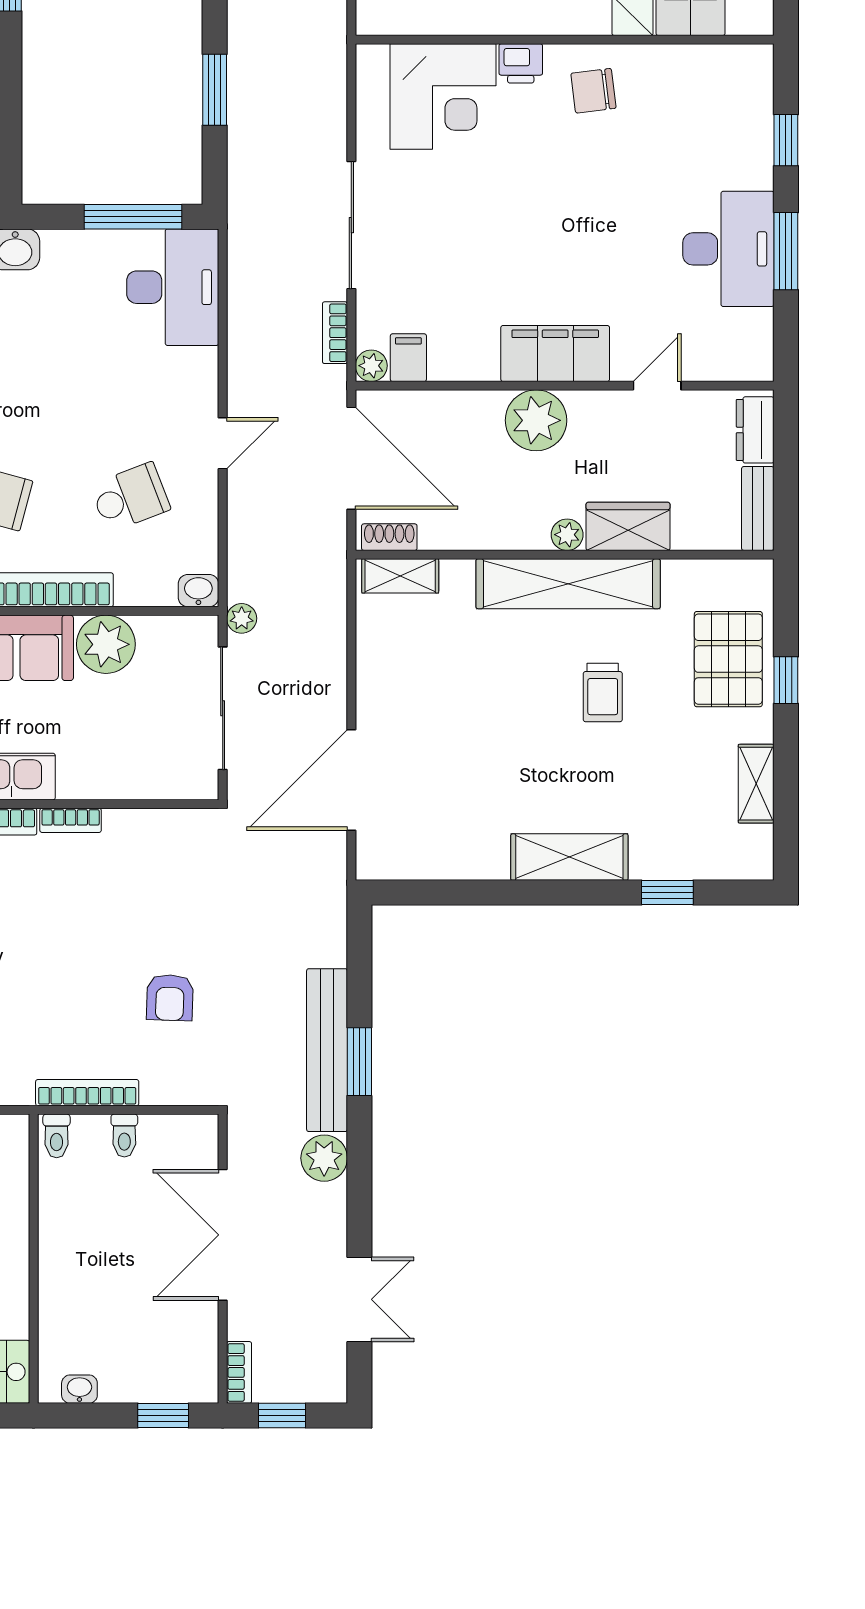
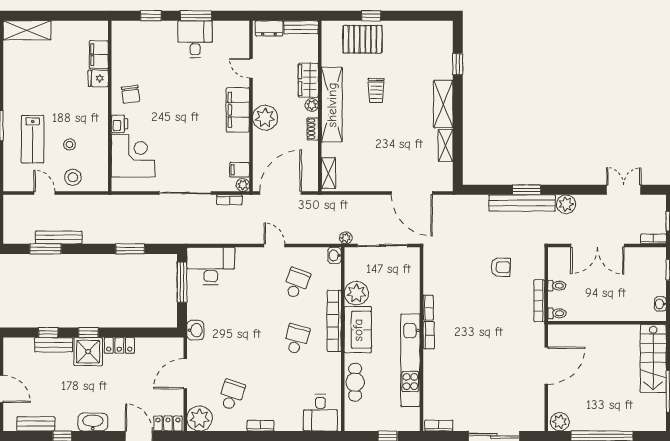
desk: (728, 249) -> (195, 39), width x0.73
school desk: (130, 497) -> (296, 283), turned 42
shoe rack: (389, 537) -> (313, 129), moved
trolley: (603, 693) -> (376, 90), turned 90
shelving: (756, 784) -> (446, 145), moved, turned 90

